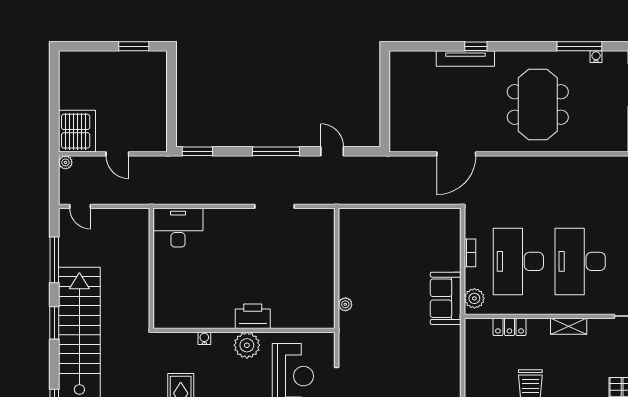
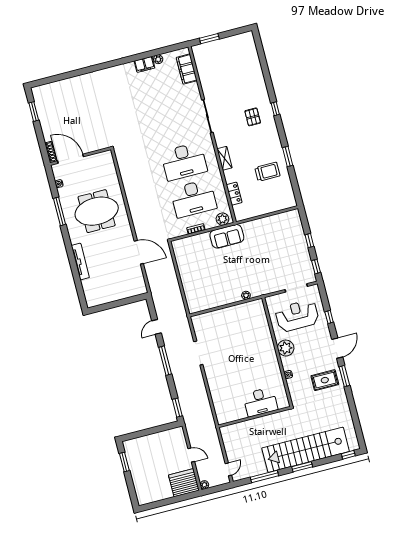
window: (476, 46) -> (71, 257), removed
window: (579, 46) -> (60, 211), moved
door: (117, 154) -> (191, 455), hinge flipped
desk: (178, 228) -> (260, 402), moved, turned -90
printer: (253, 316) -> (267, 349), removed

